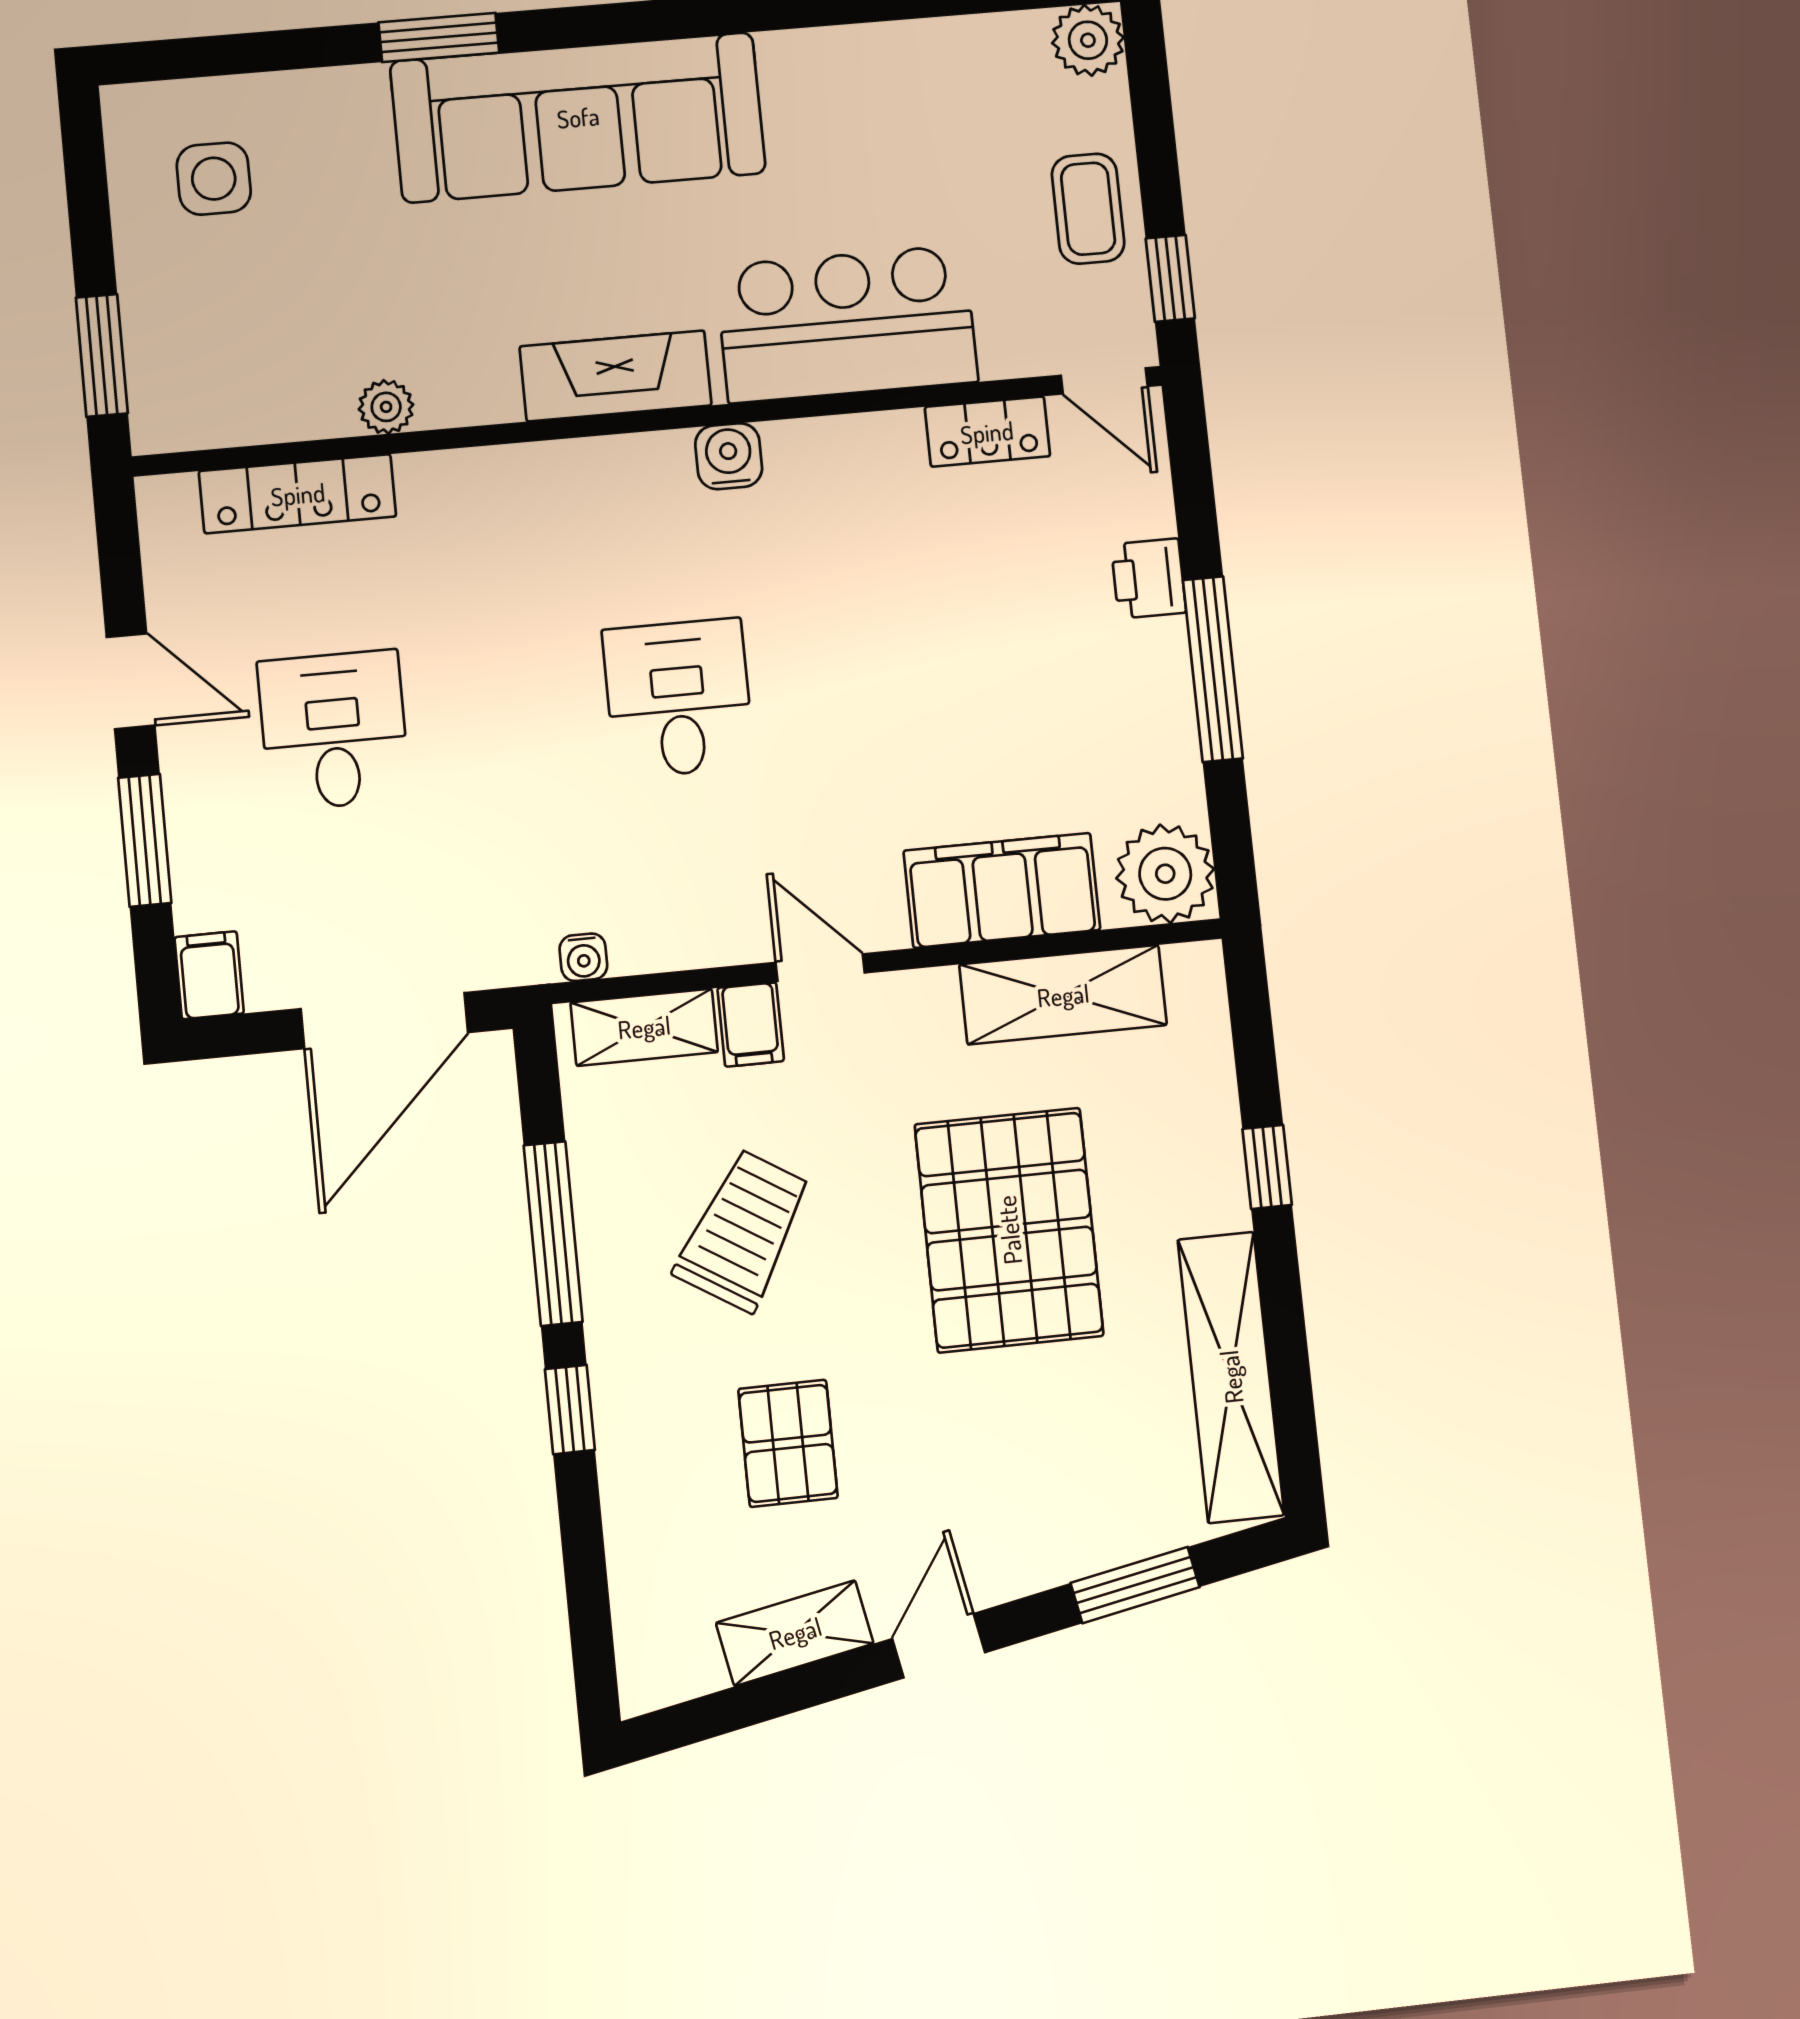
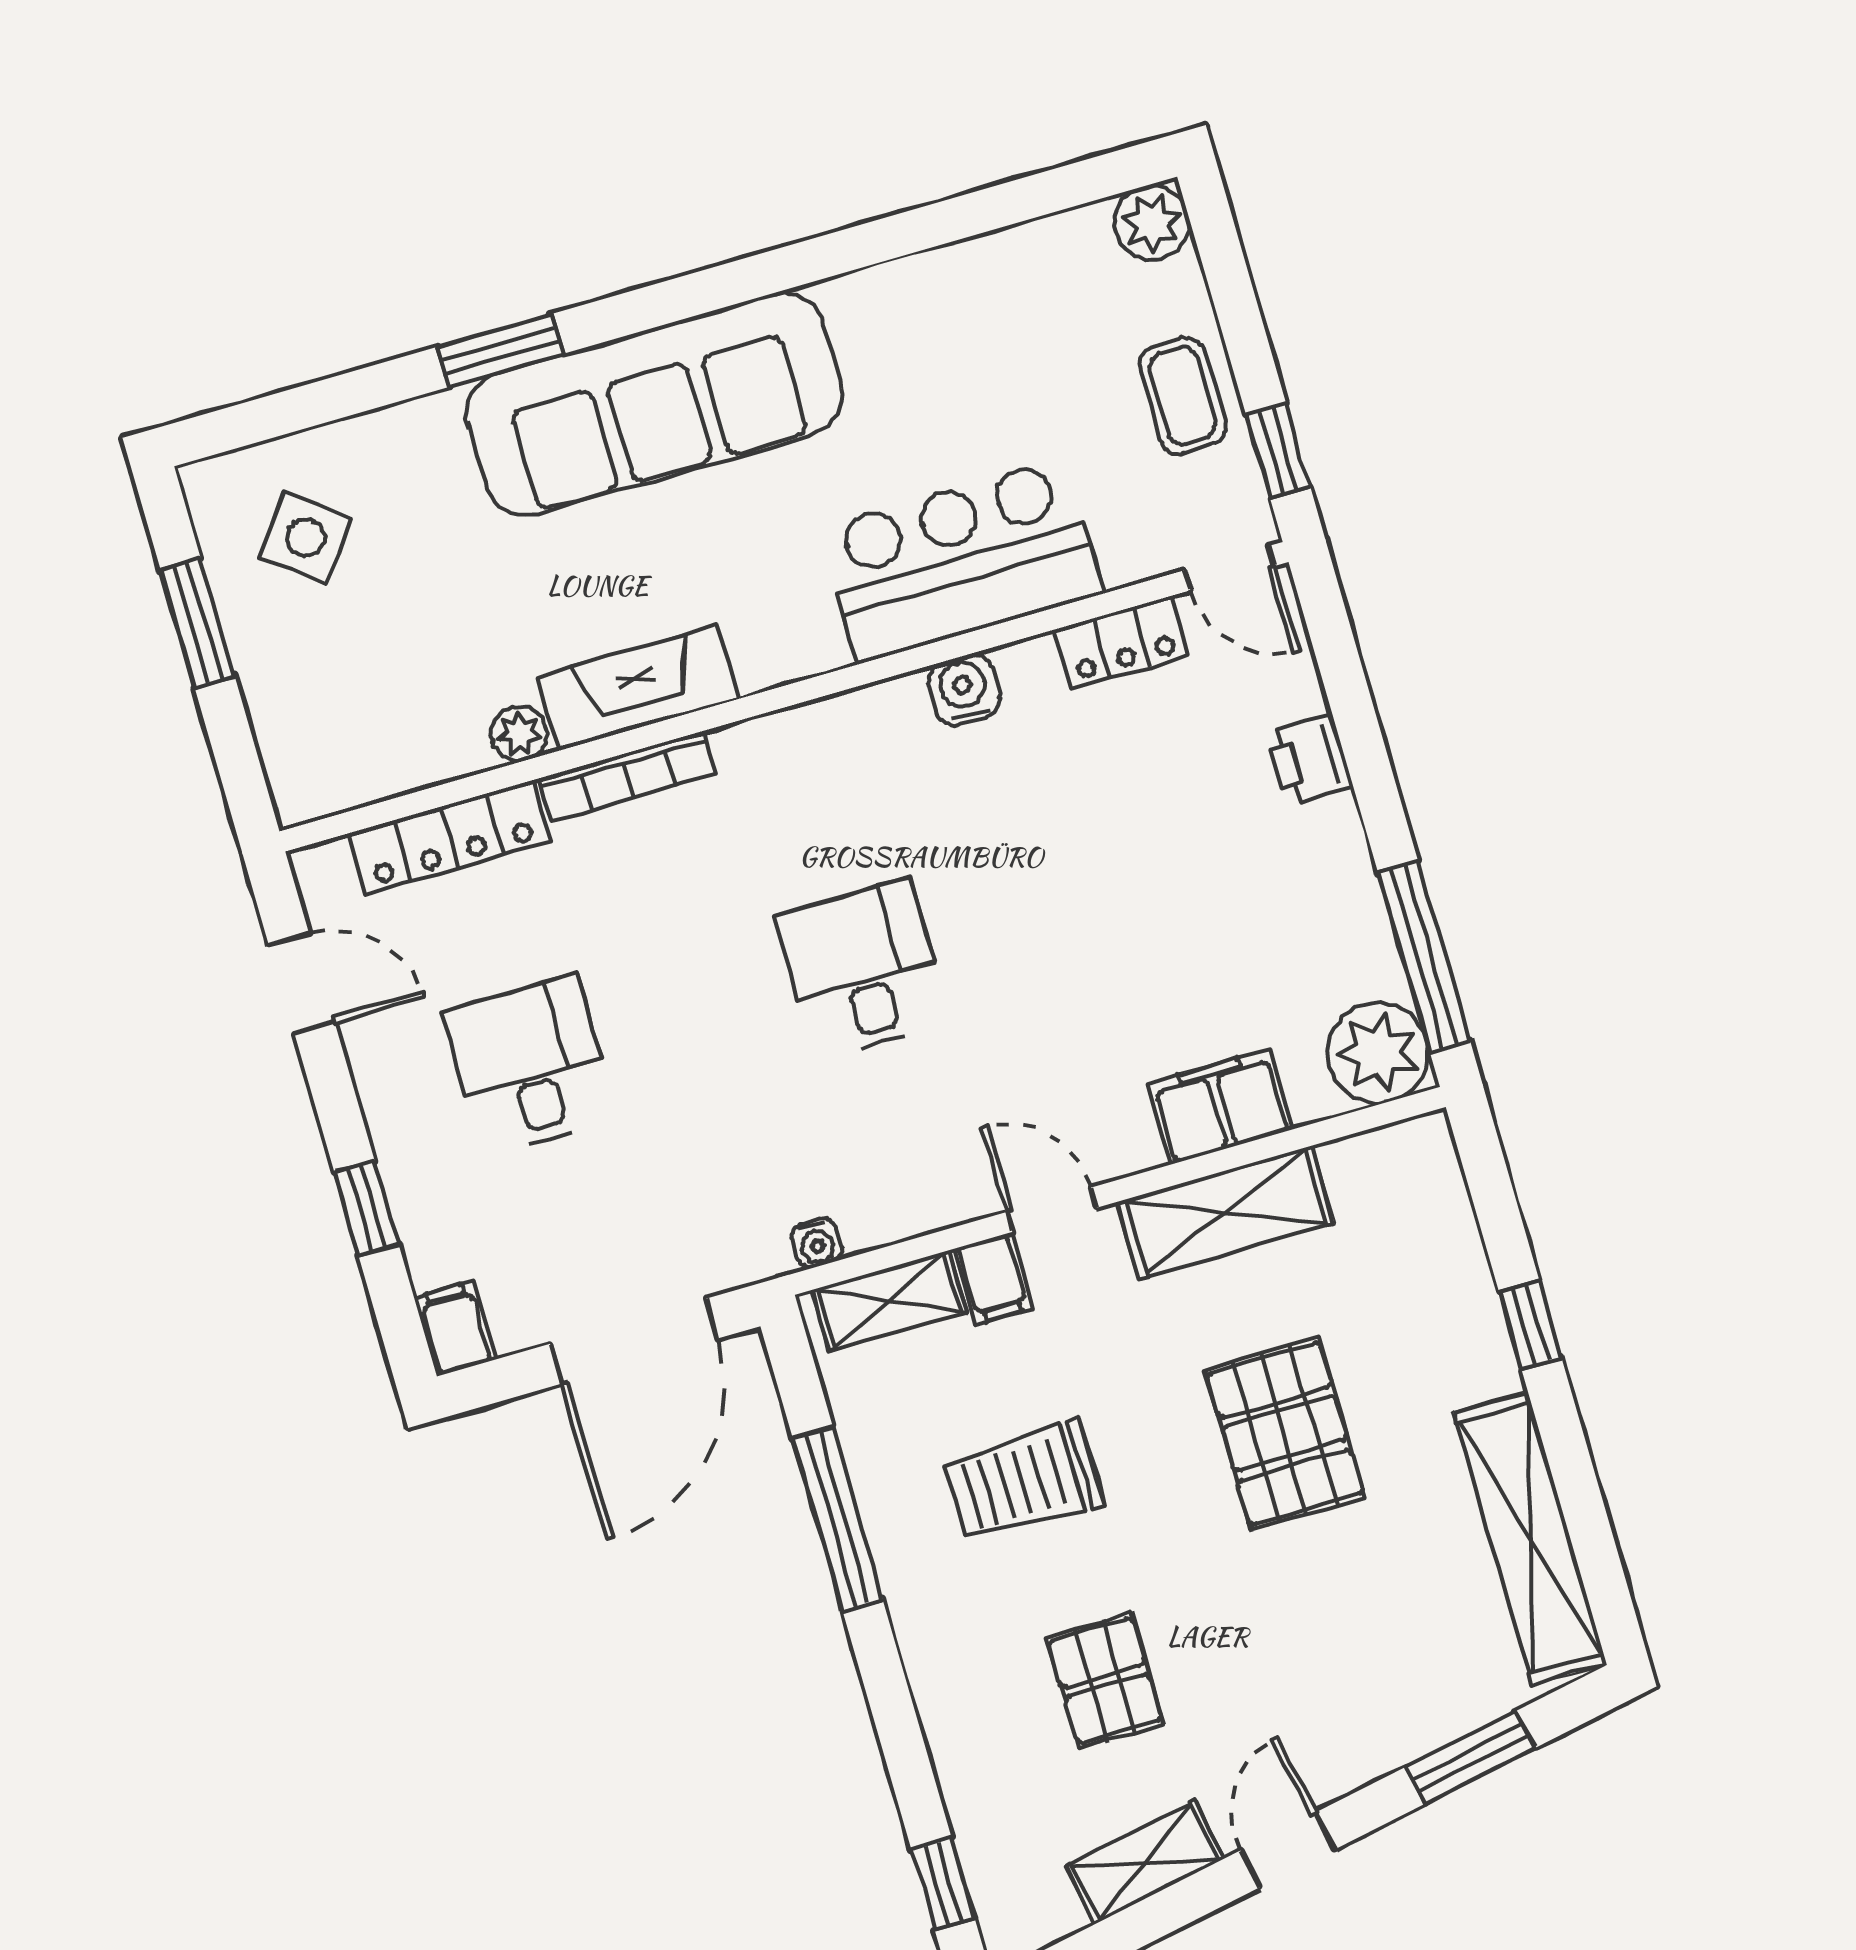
side table: (214, 179) -> (306, 538), turned 38
window: (102, 356) -> (198, 623), moved
fireplace: (616, 376) -> (638, 688), moved
water cooler: (729, 456) -> (964, 690), moved
bookcase: (484, 468) -> (627, 776), added
window: (1213, 669) -> (1424, 956), moved
door: (131, 681) -> (302, 984), moved
window: (145, 840) -> (367, 1208), width x0.67
filing cabinet: (1002, 890) -> (1220, 1106), width x0.67, depth x0.86
shelving: (1063, 995) -> (1226, 1213), moved
trolley: (743, 1230) -> (1023, 1481), turned -122
pallet: (1009, 1230) -> (1285, 1434), width x0.73, depth x0.71
window: (570, 1410) -> (943, 1884), moved

